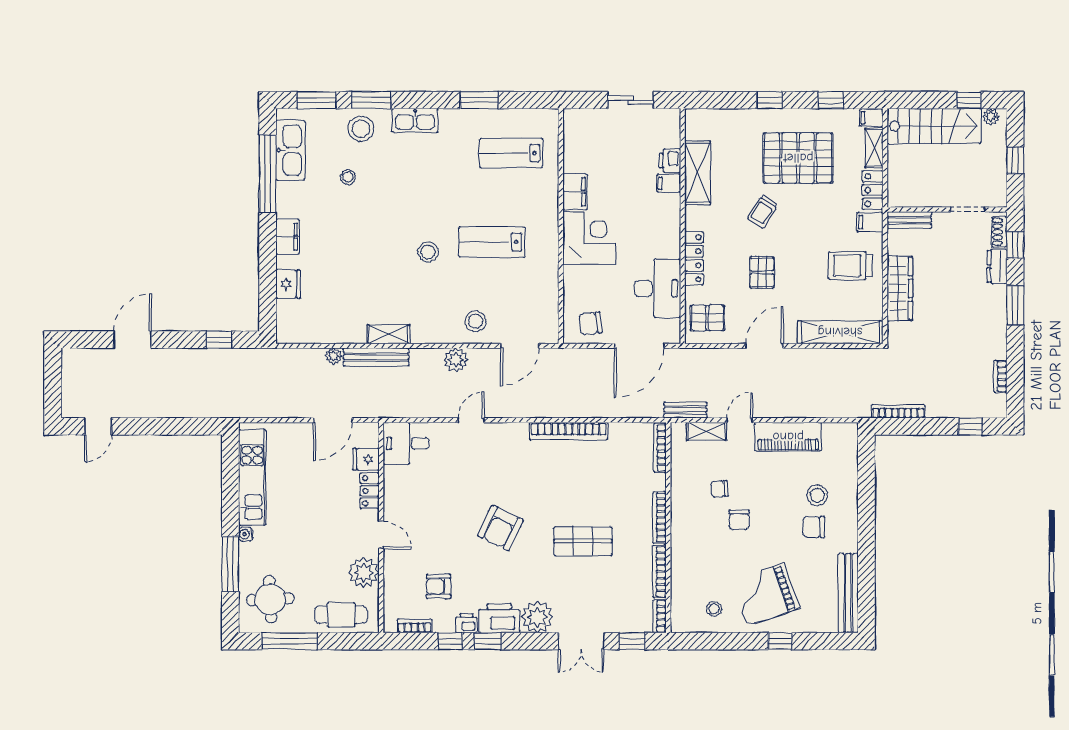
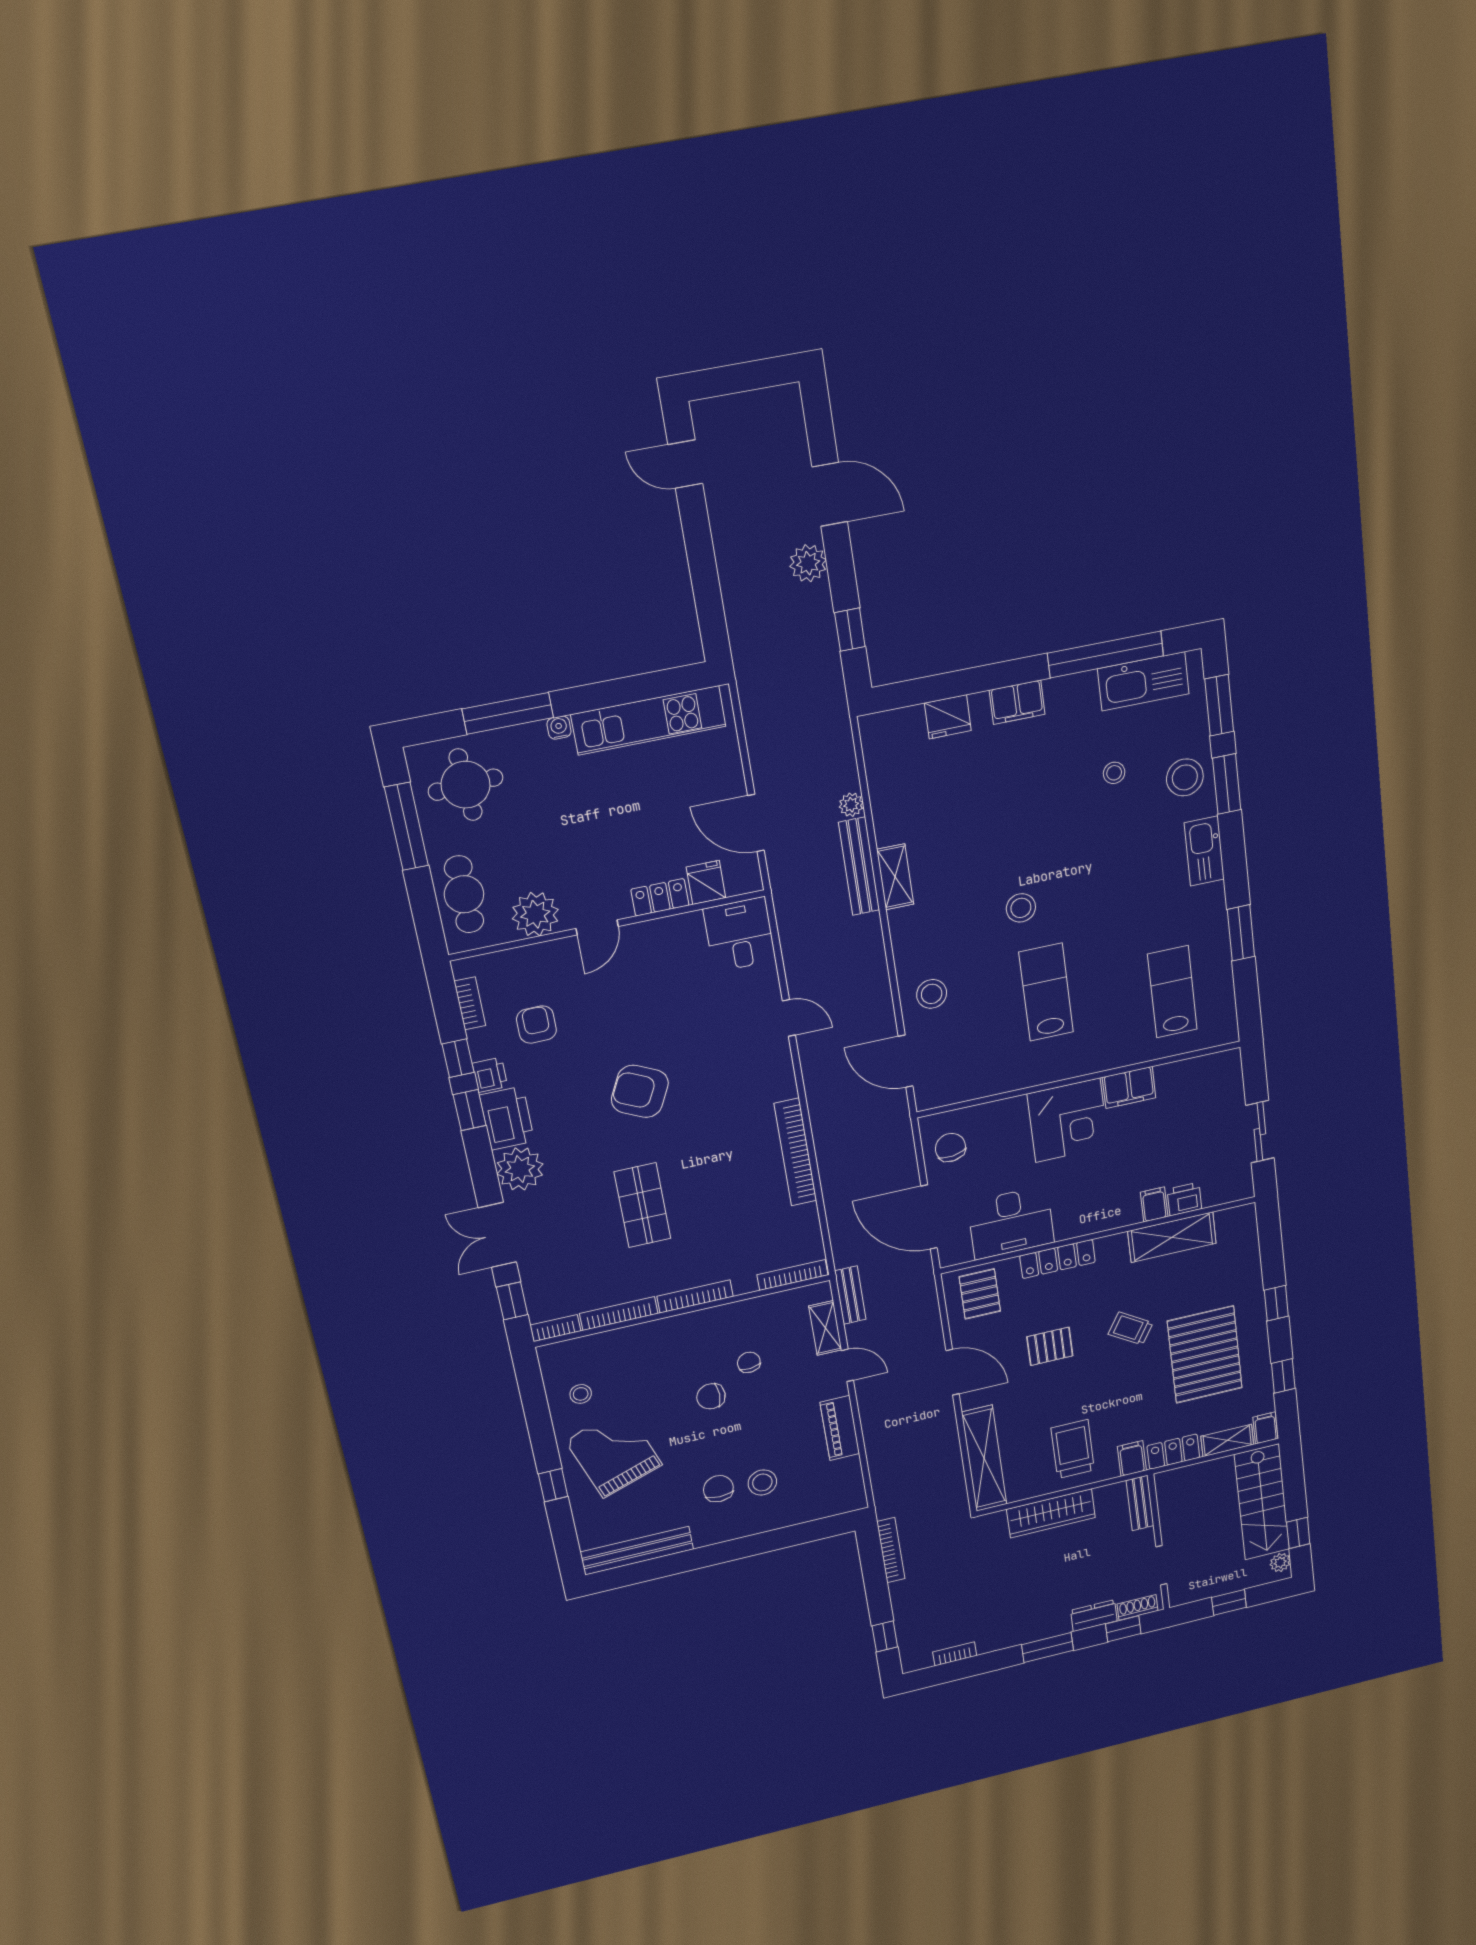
plant: (456, 360) -> (808, 563), moved
piano: (788, 437) -> (840, 1428), width x0.73, depth x0.75

